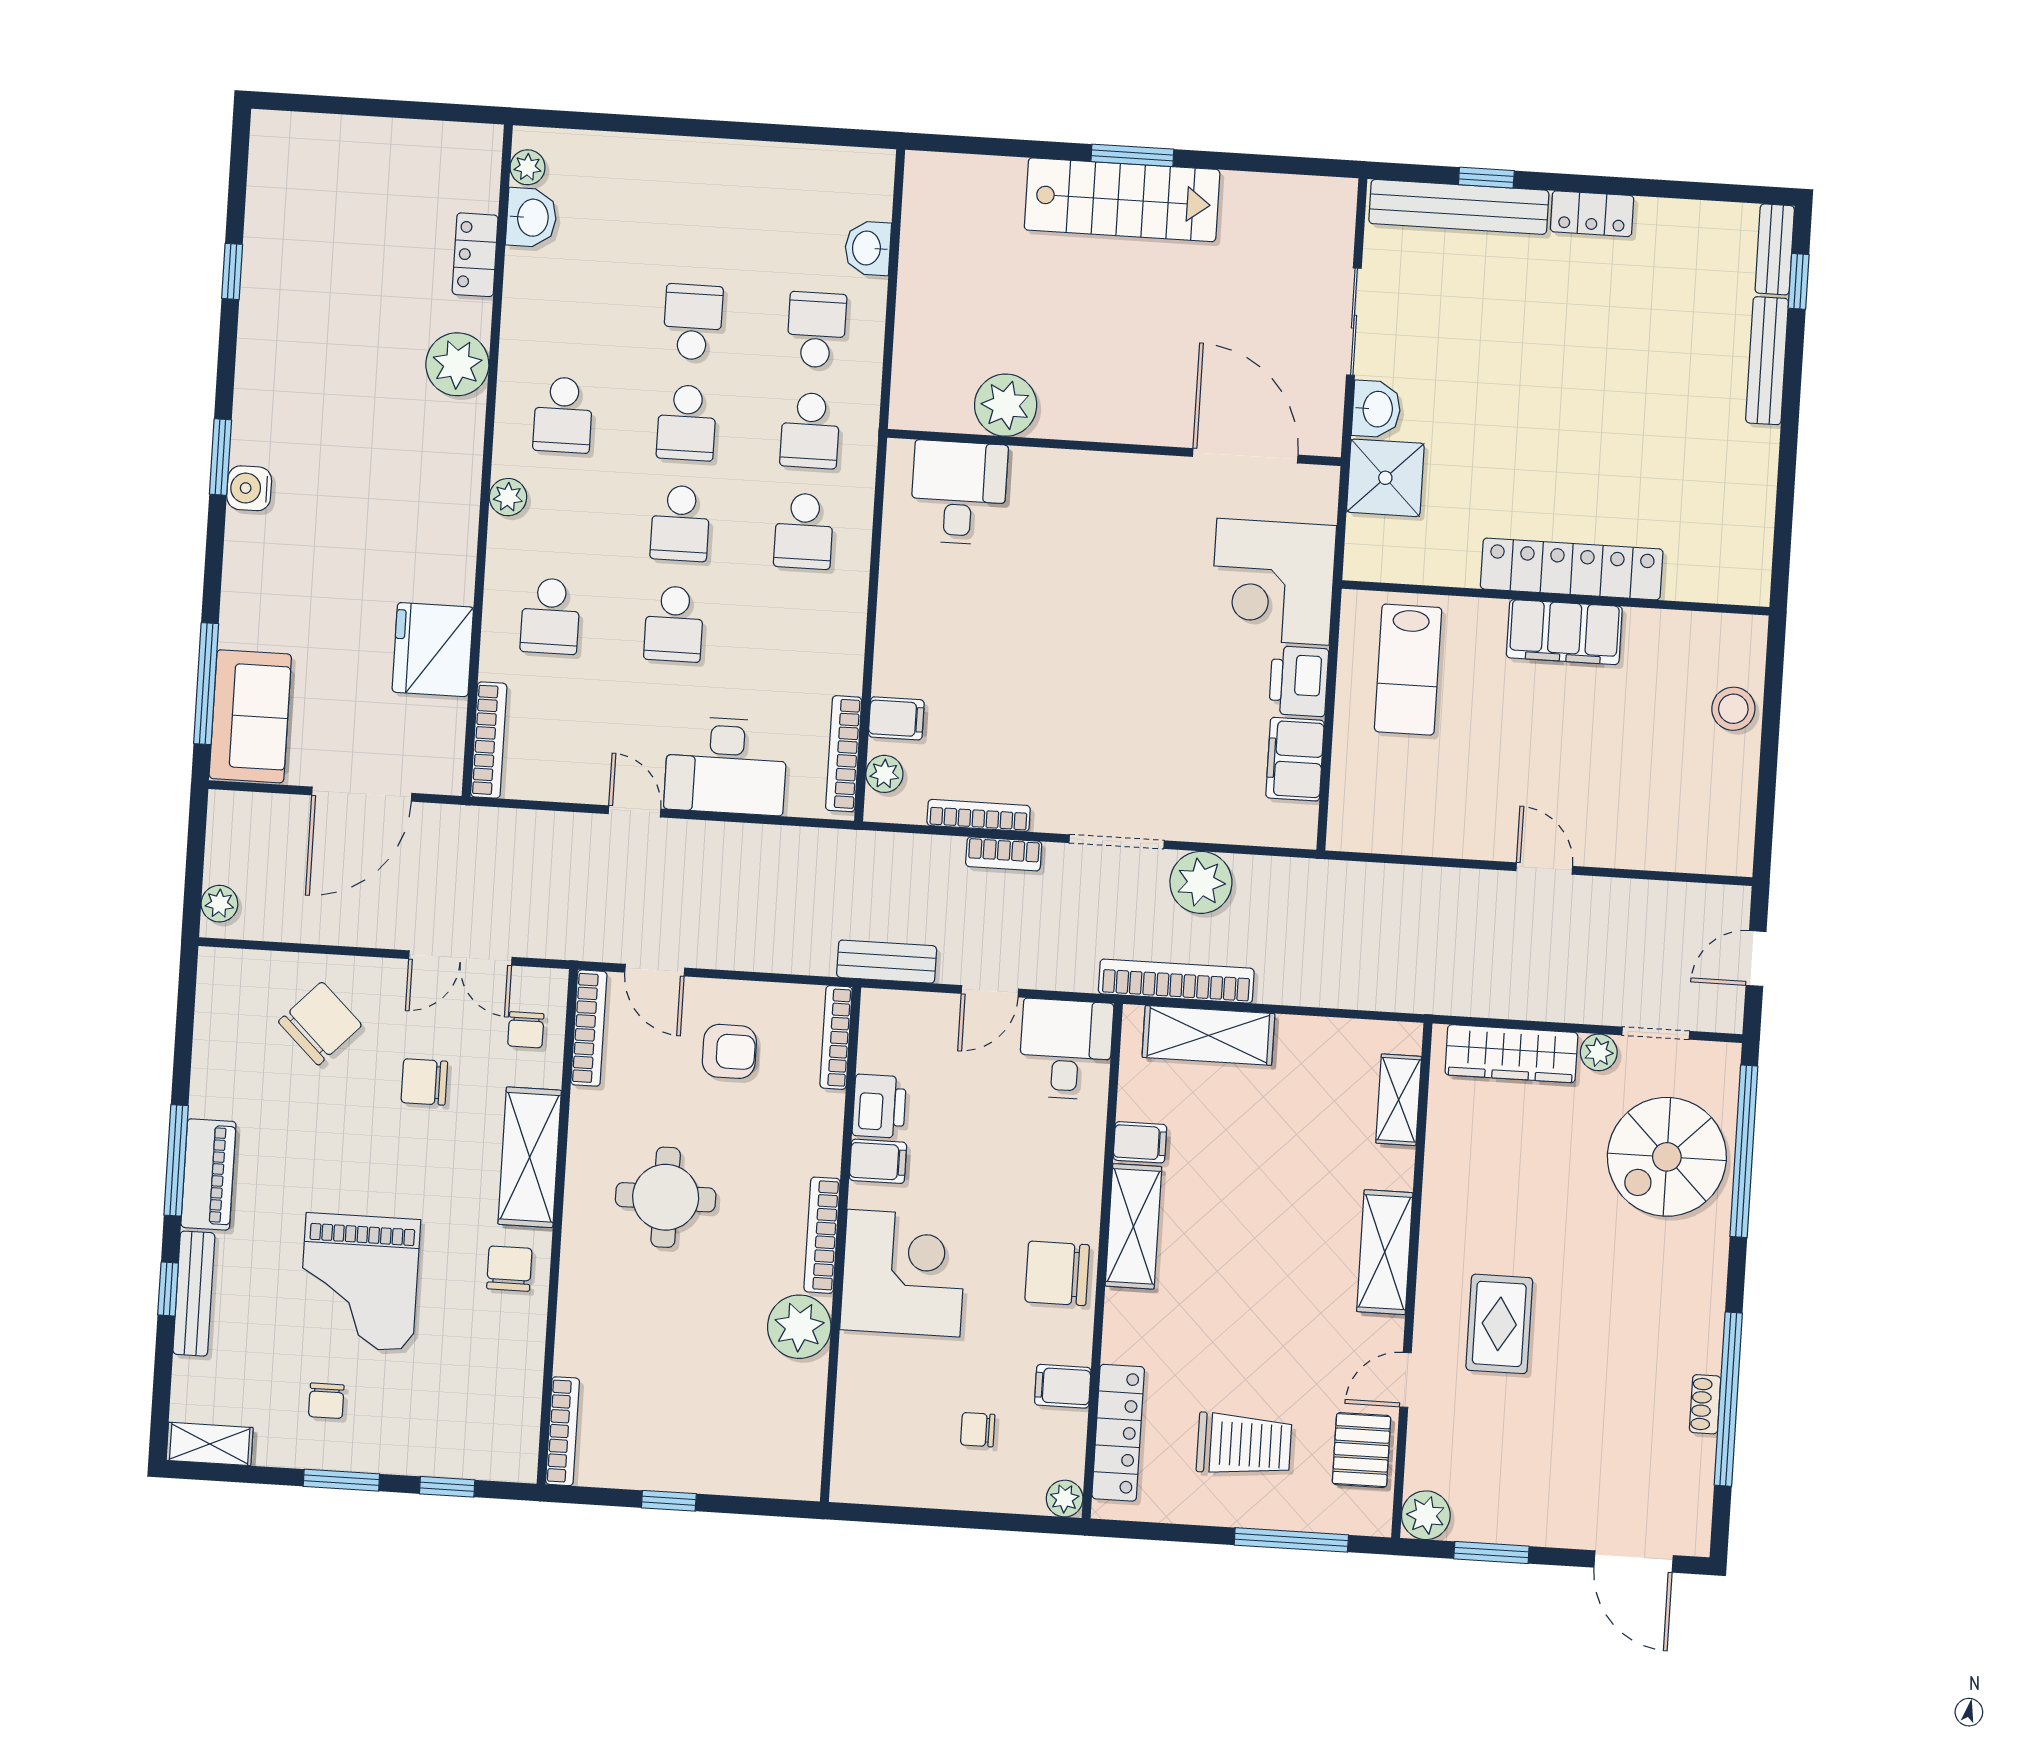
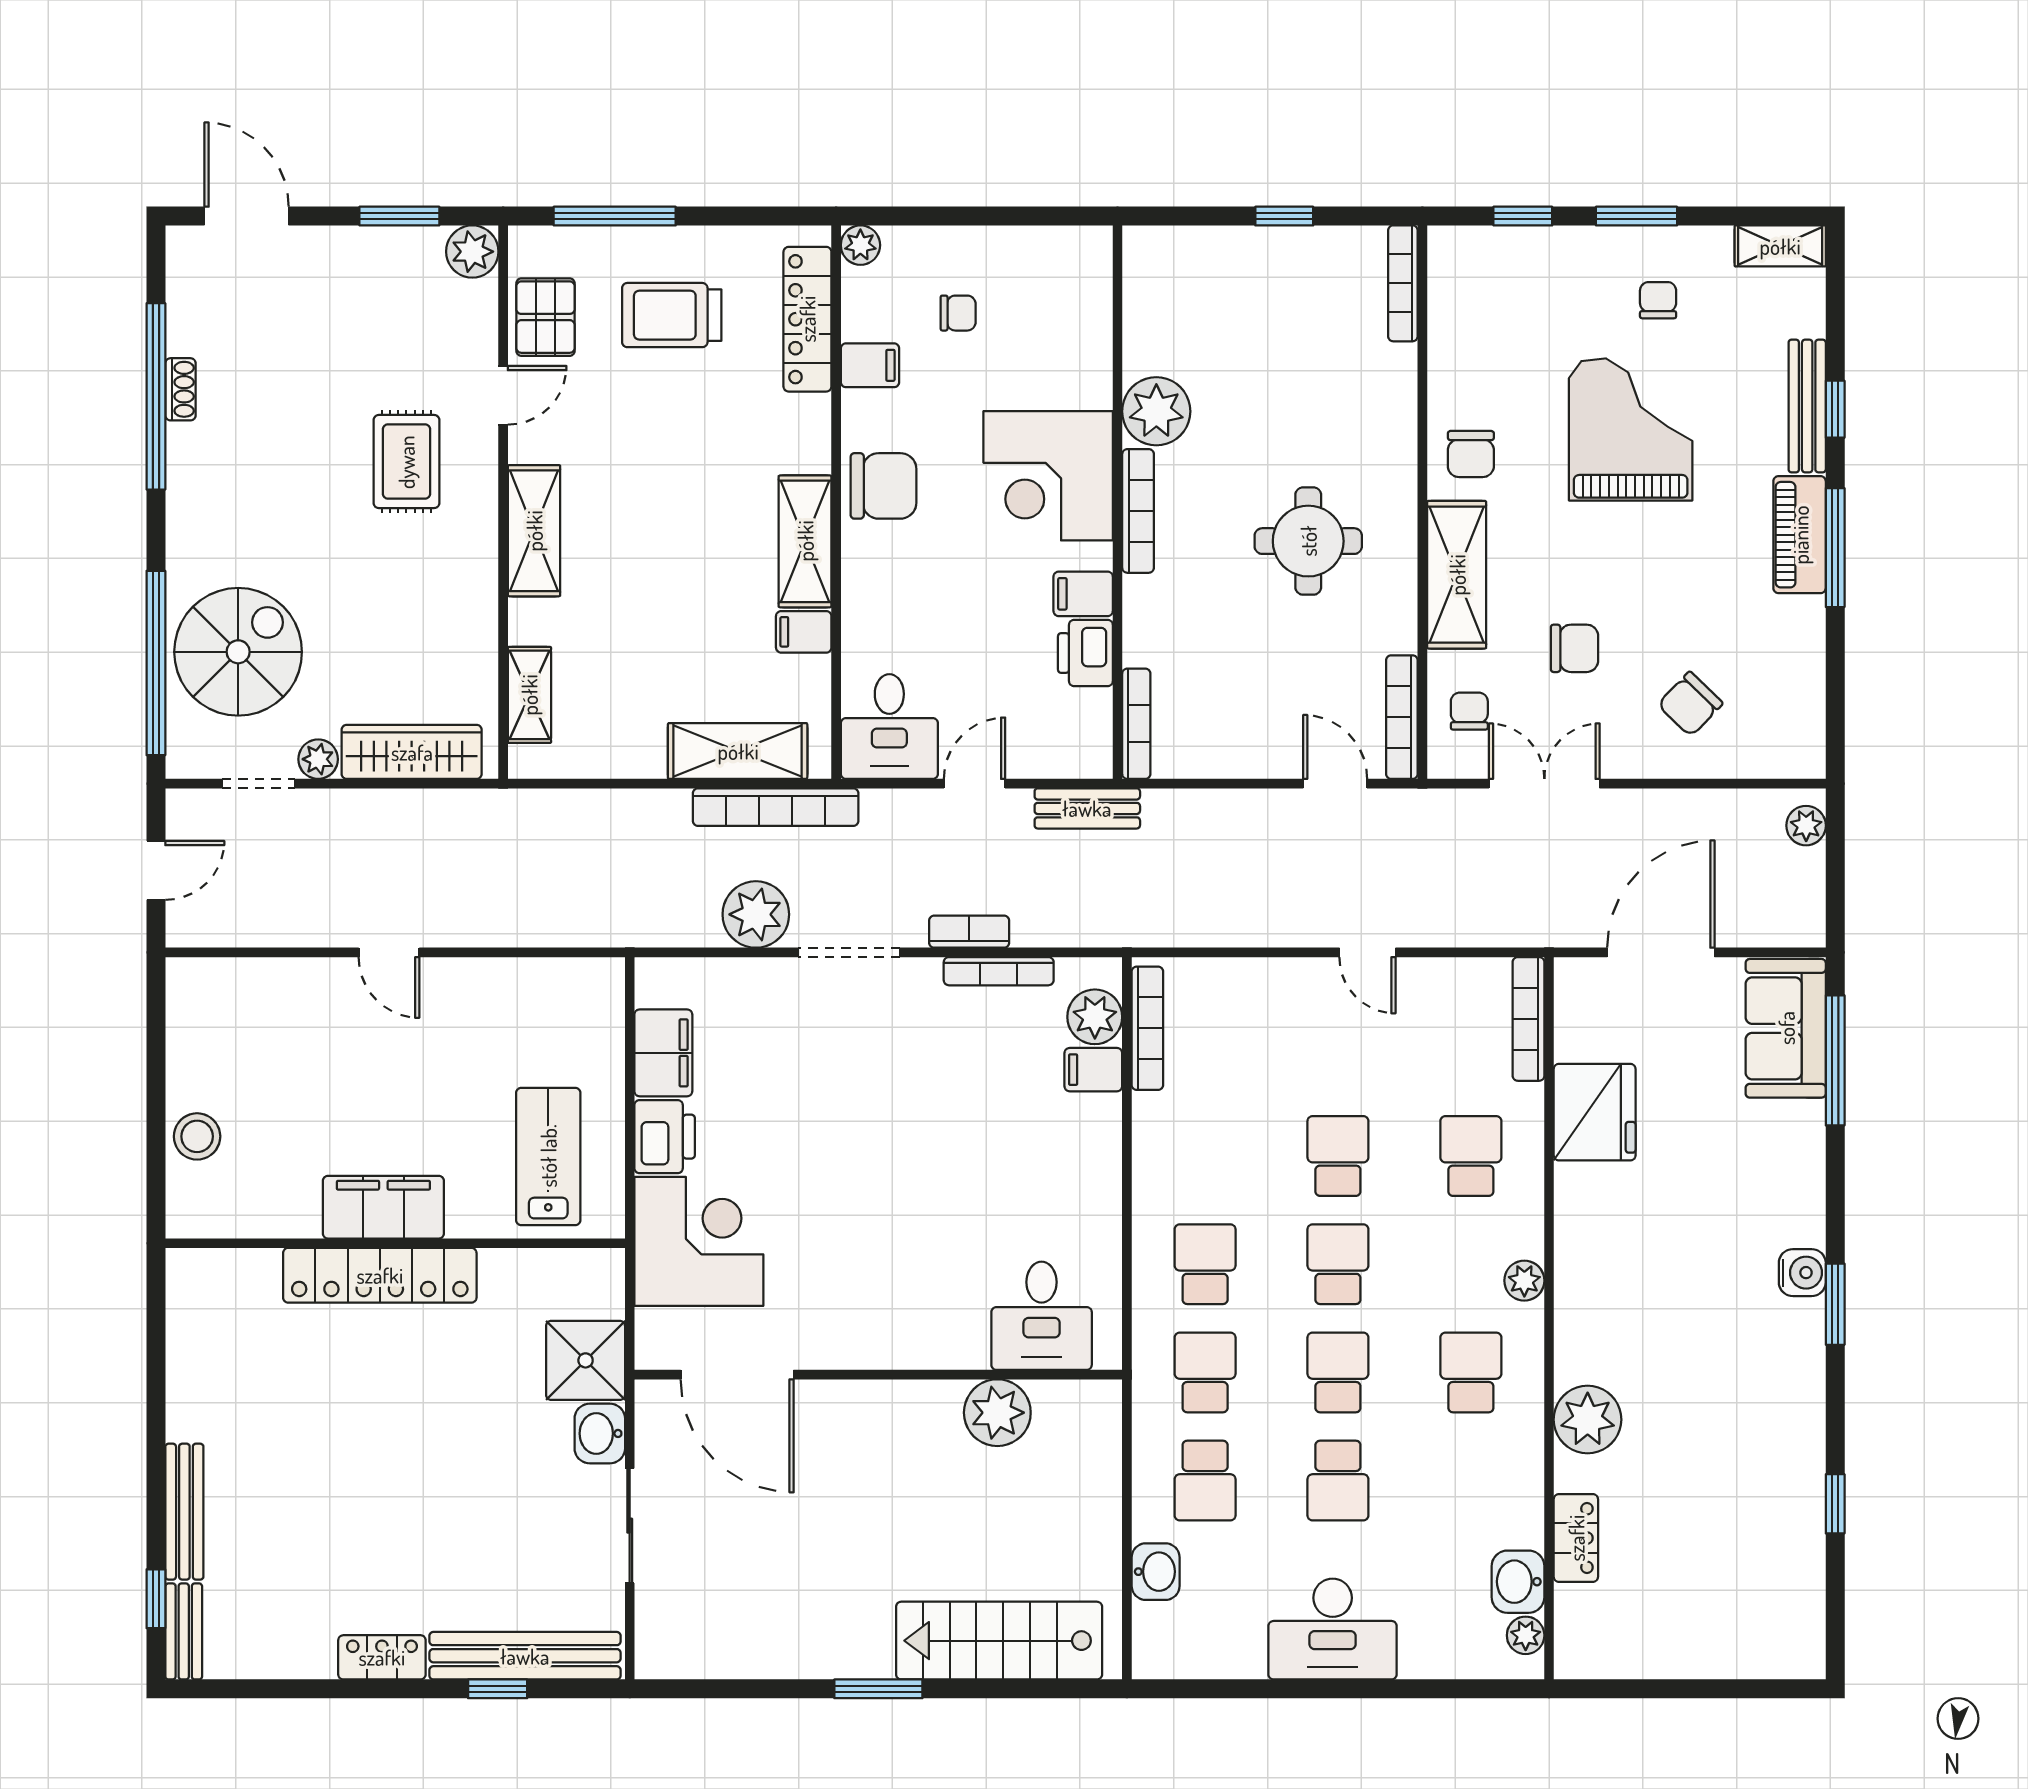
stairs: (1122, 200) -> (999, 1641), moved
desk: (726, 766) -> (1333, 1629), moved, turned 180
plant: (884, 774) -> (1095, 1017), width x1.38, depth x1.38
chair: (320, 1023) -> (1690, 704), width x0.73, depth x0.73
armchair: (729, 1051) -> (1250, 702), removed

